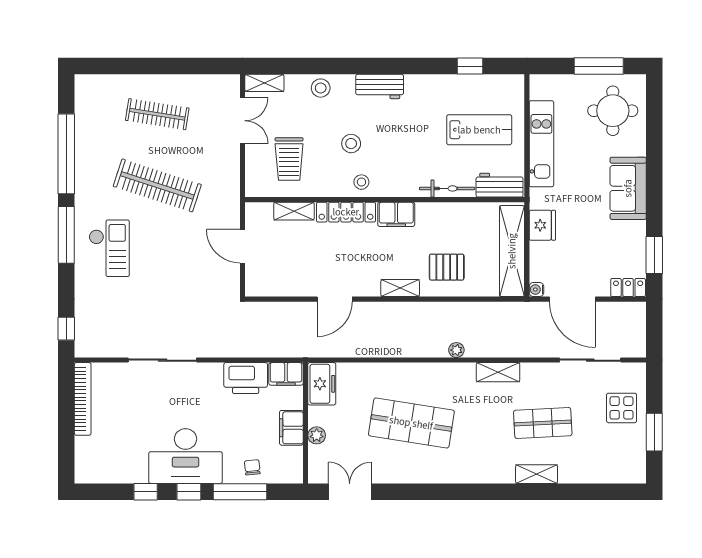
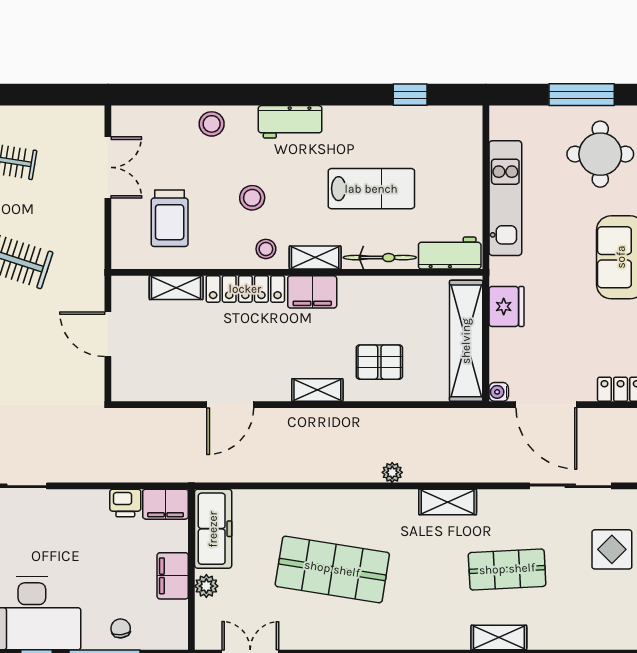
shelving: (264, 83) -> (315, 258), moved
lab bench: (479, 130) -> (371, 189), moved
printer: (246, 378) -> (125, 503), width x0.53, depth x0.68
freezer: (322, 384) -> (213, 529), width x1.40

